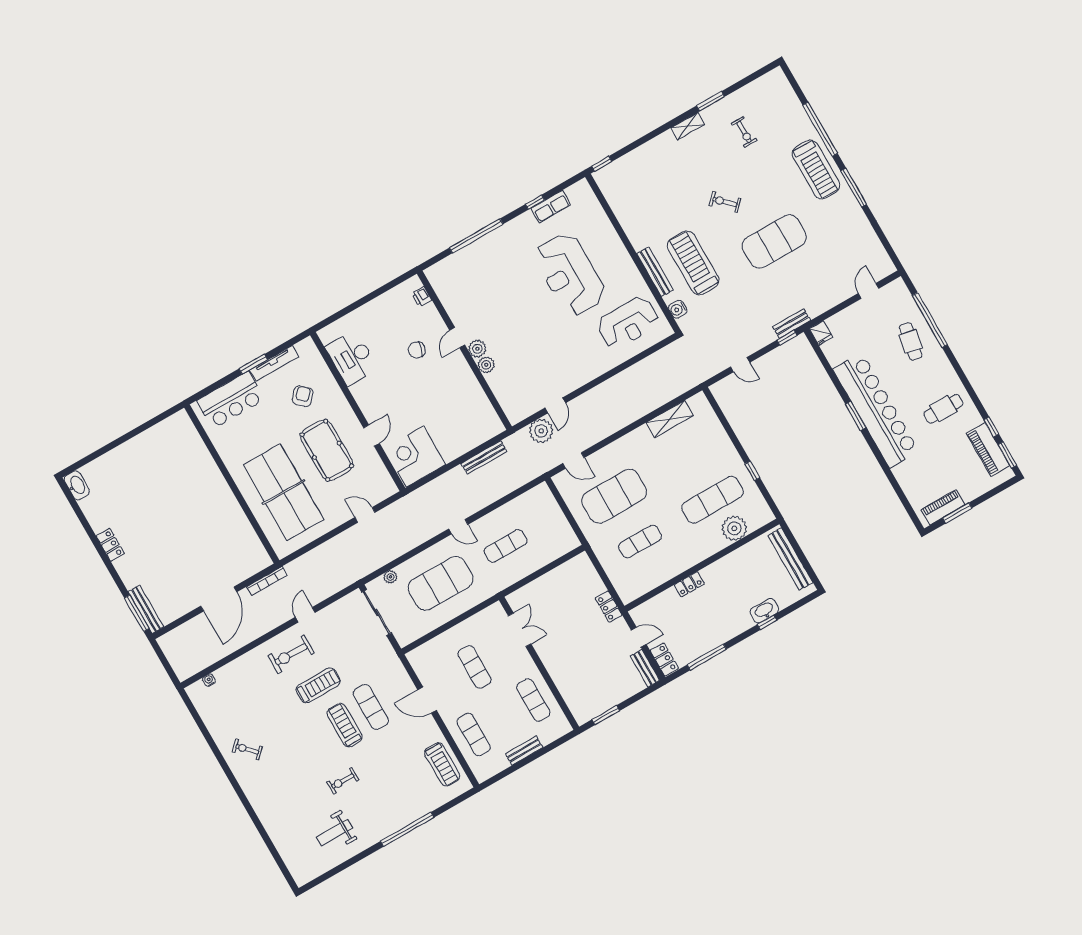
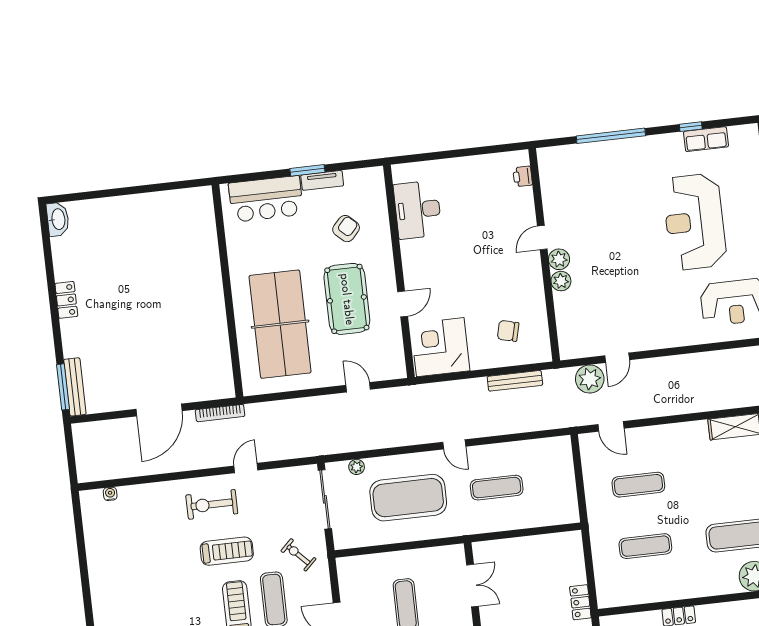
chair: (417, 350) -> (508, 331), moved
tv unit: (274, 363) -> (322, 180), width x0.71
exercise mat: (614, 496) -> (638, 485), width x0.50, depth x0.69
exercise bike: (247, 749) -> (298, 555), moved

